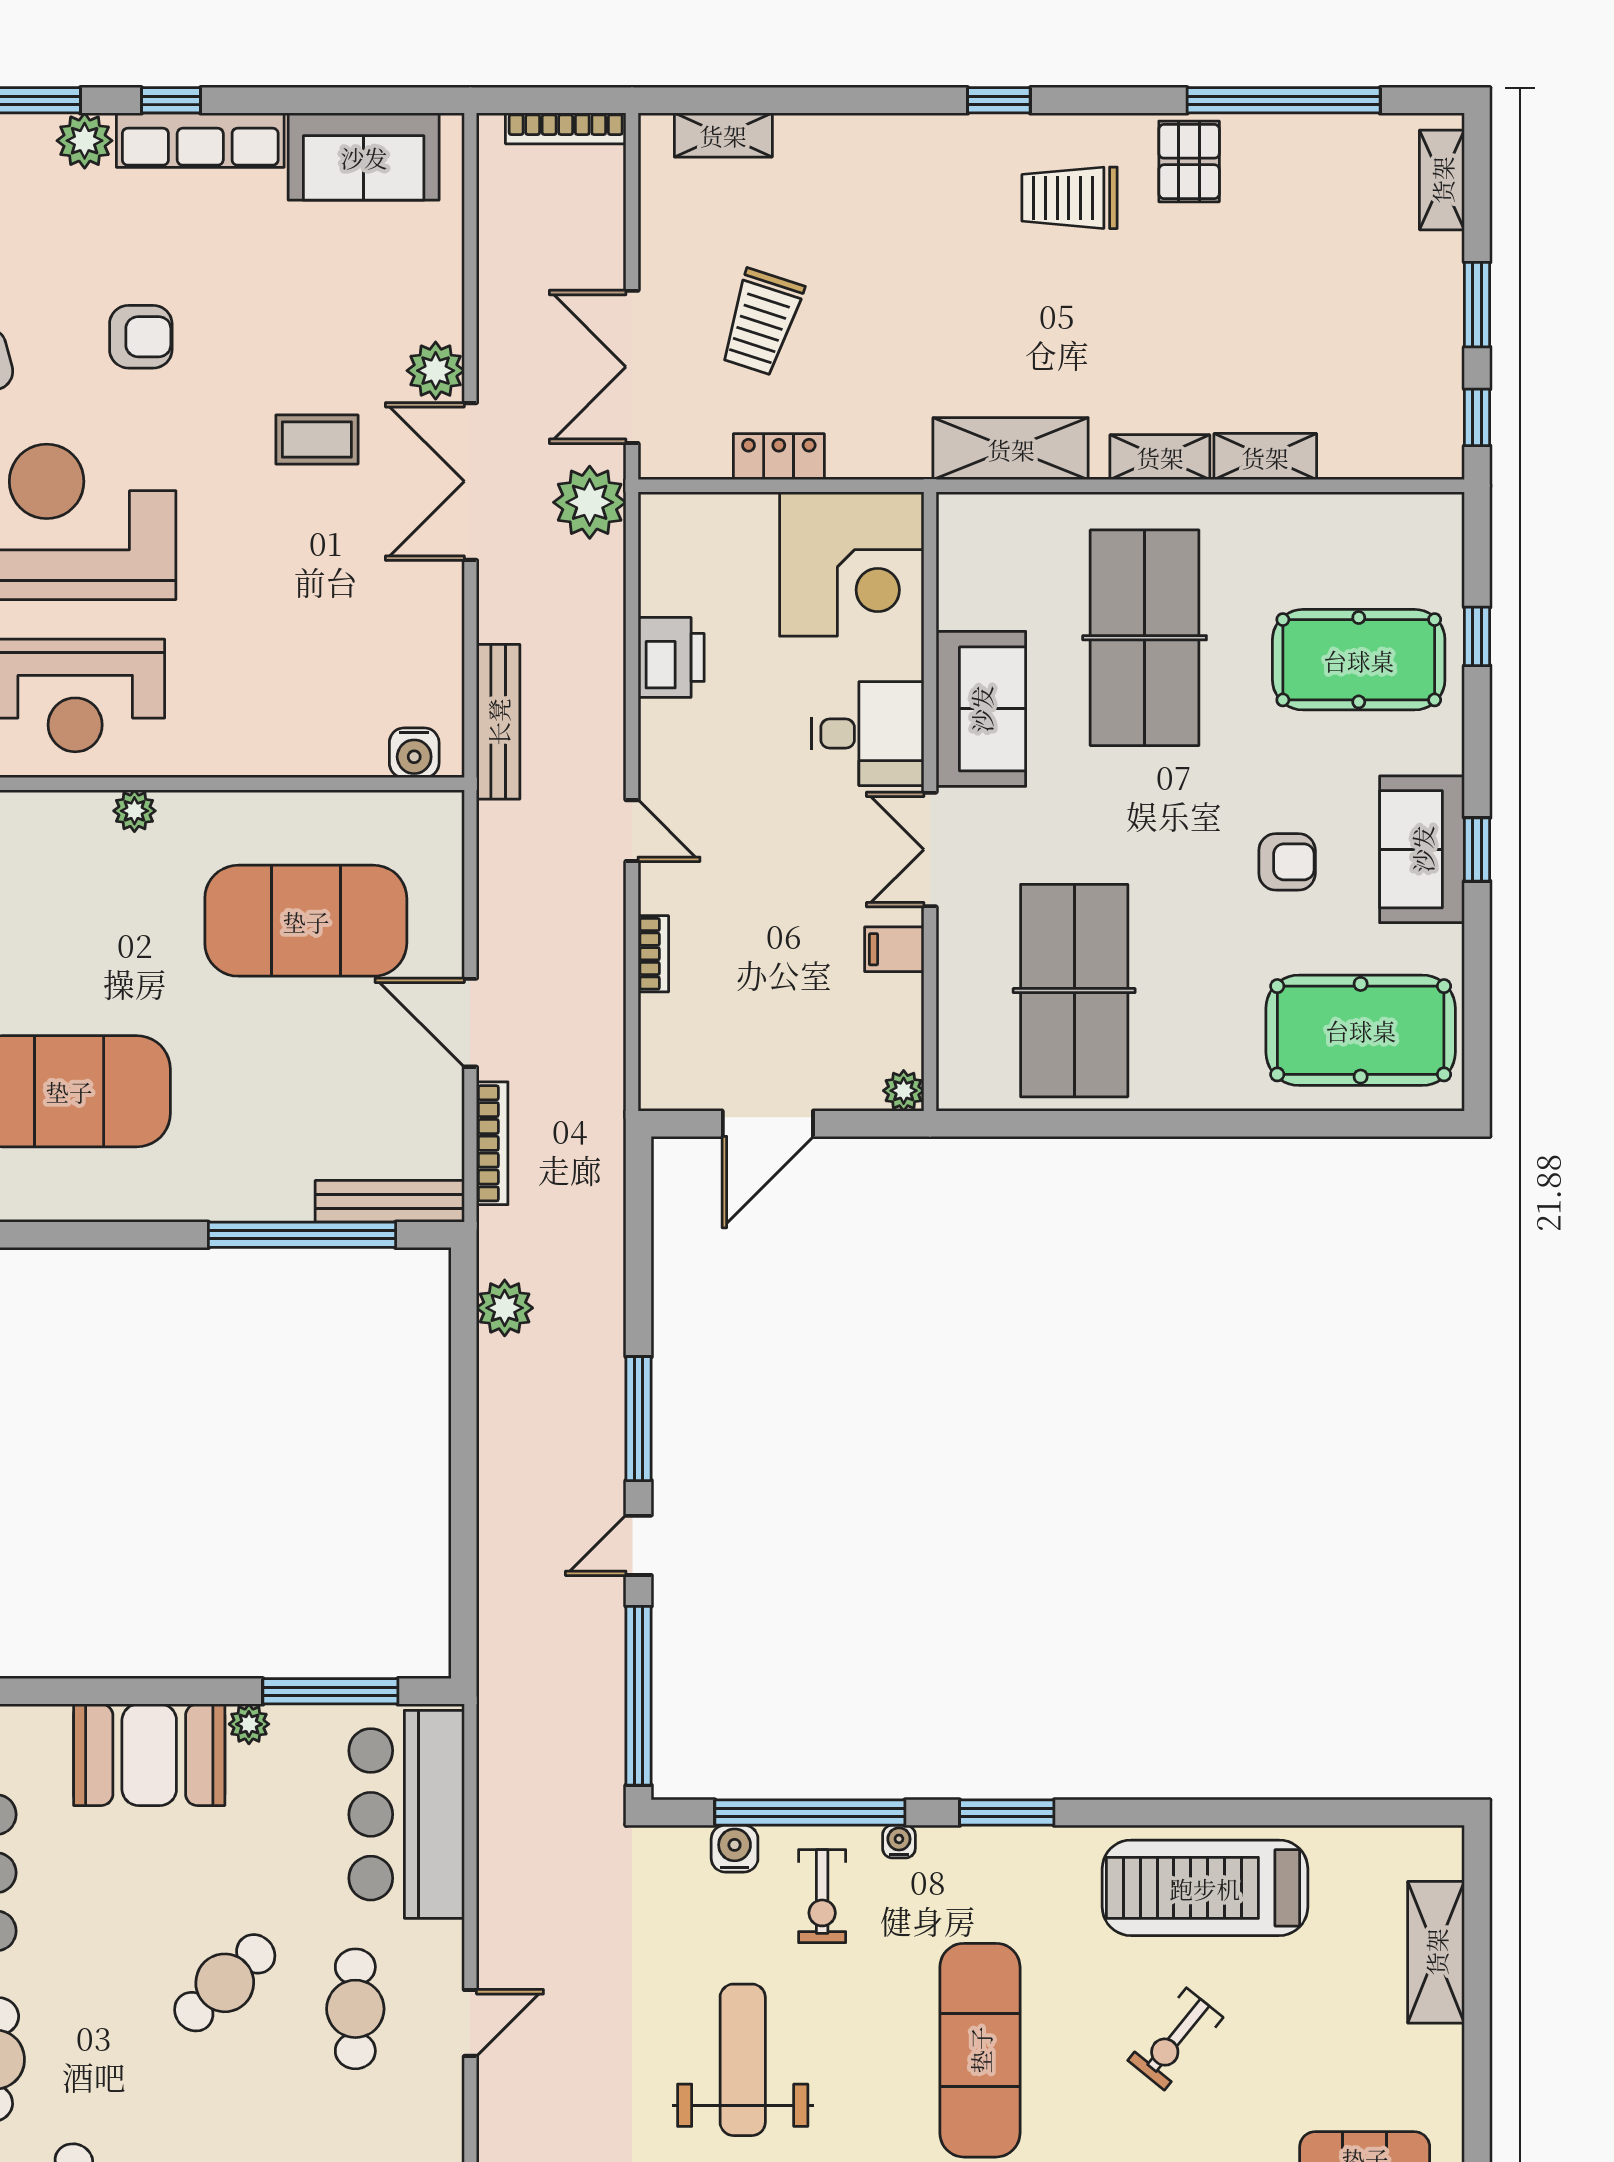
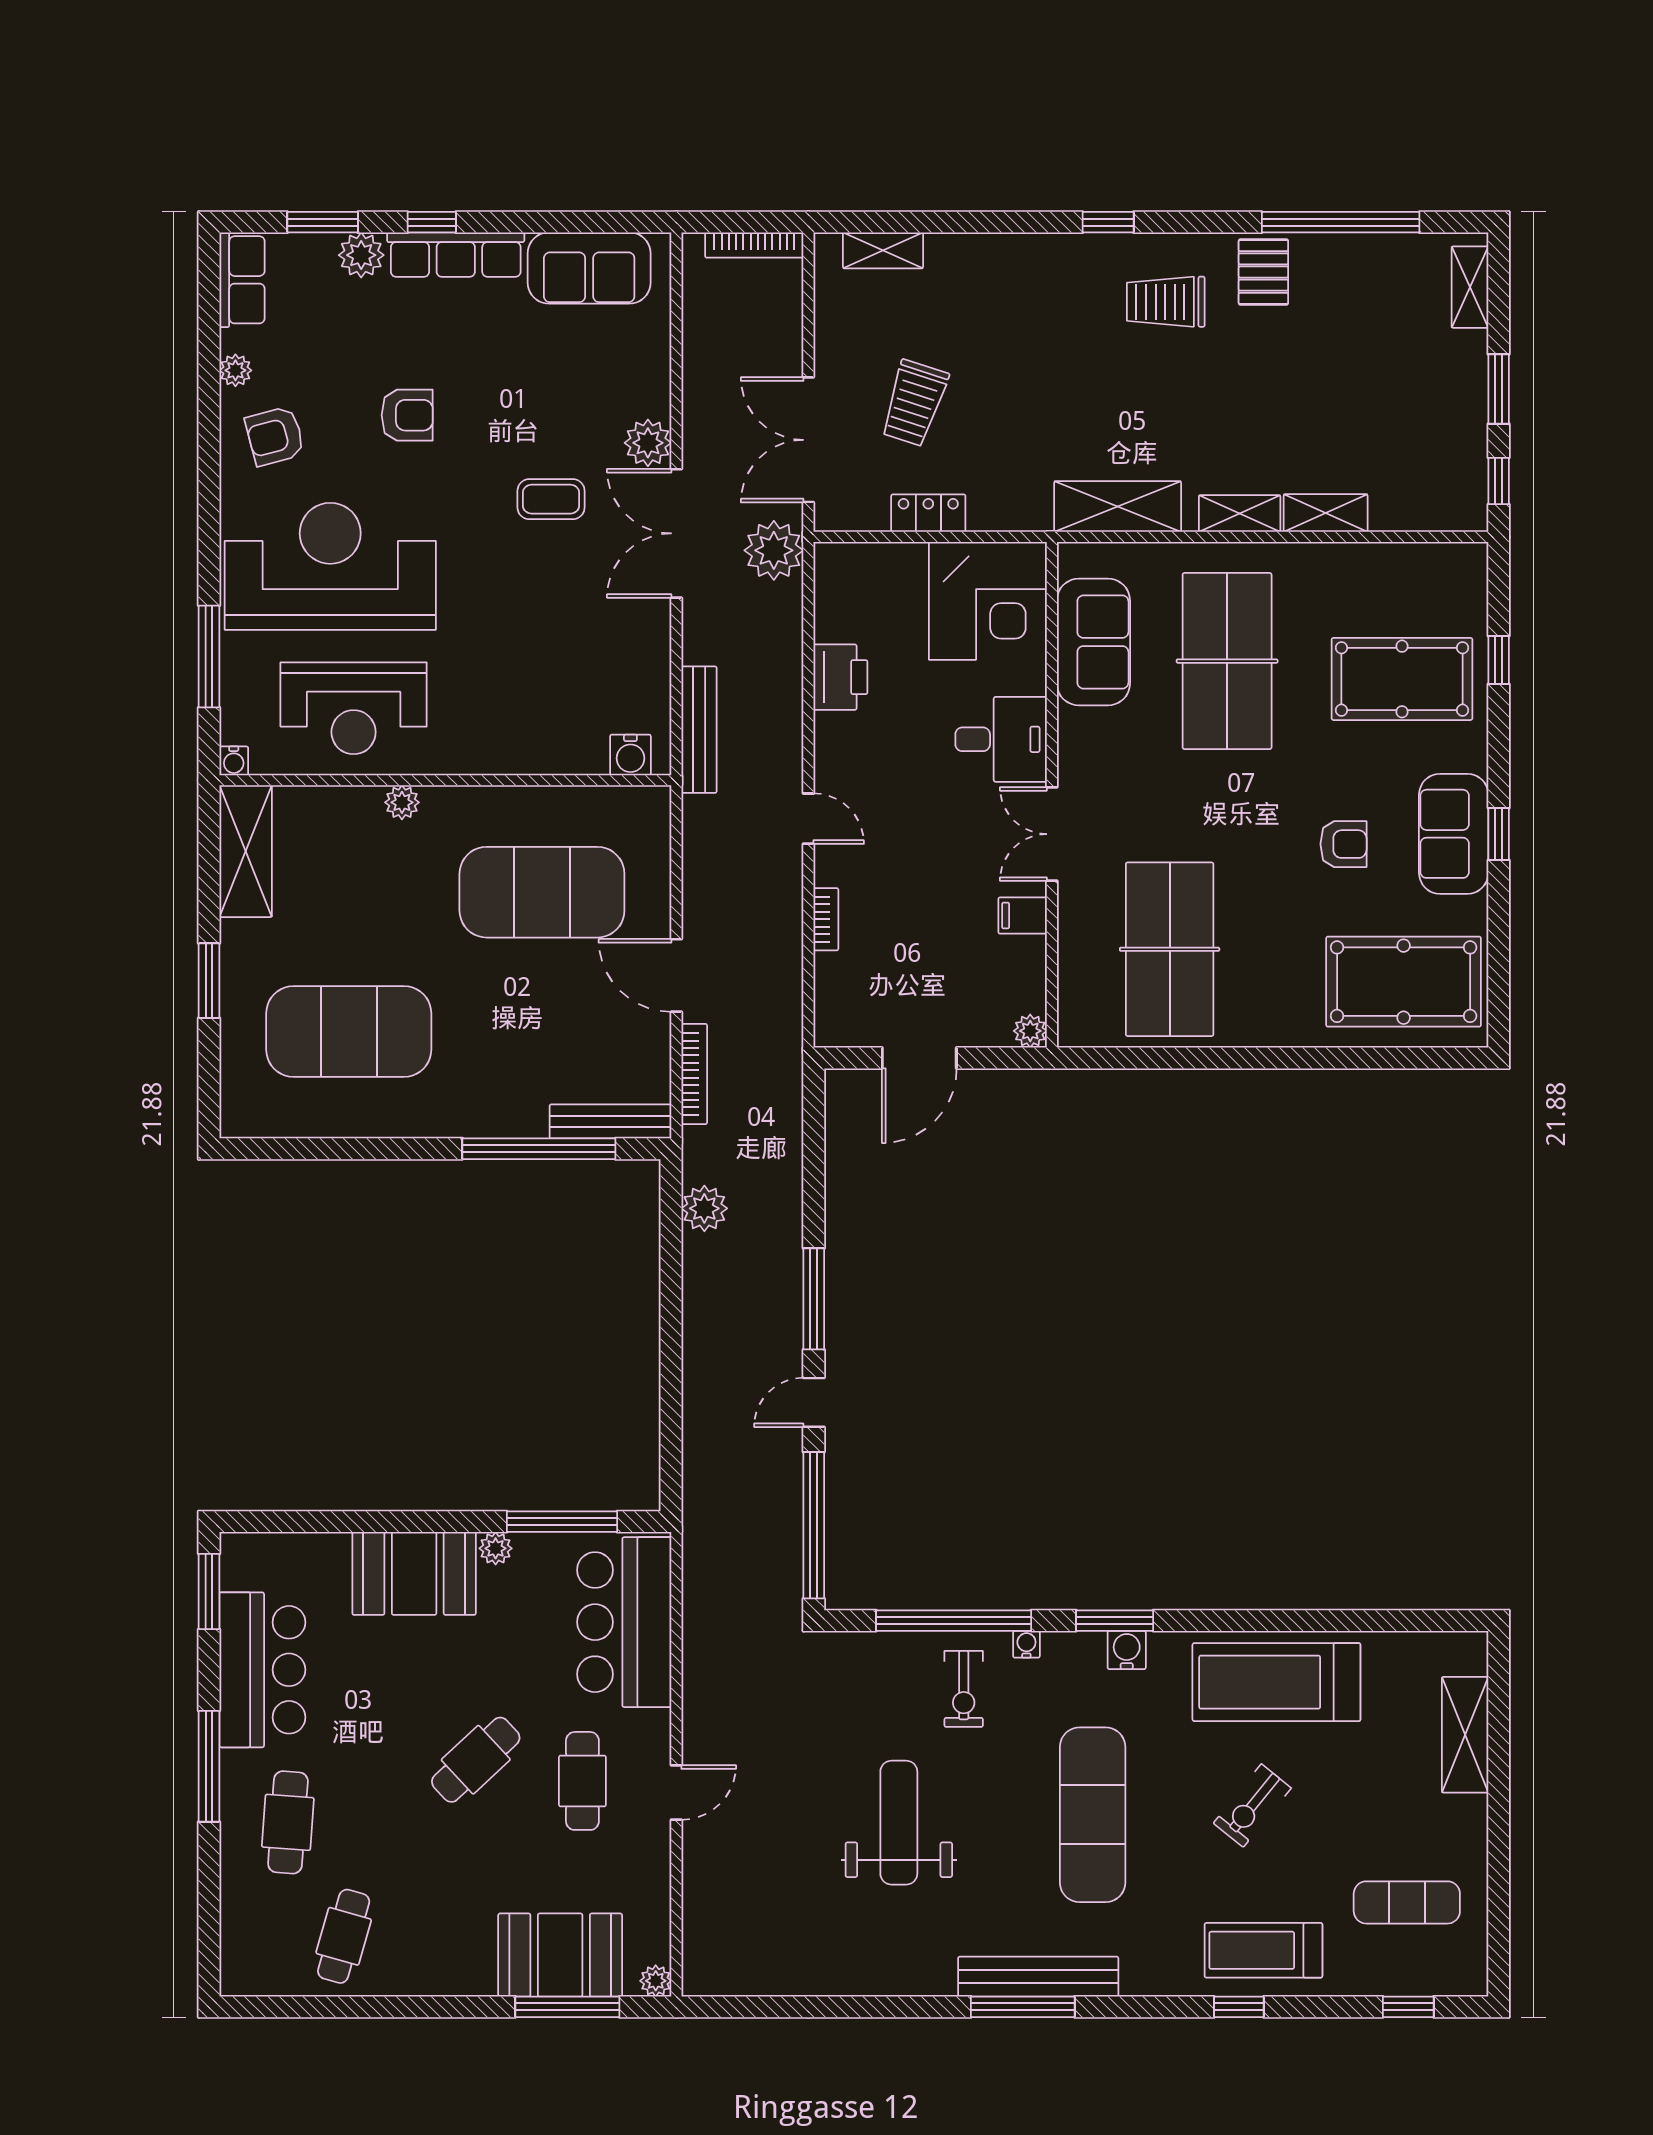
sofa: (981, 709) -> (1093, 642), moved
water cooler: (735, 1849) -> (1127, 1650), moved

